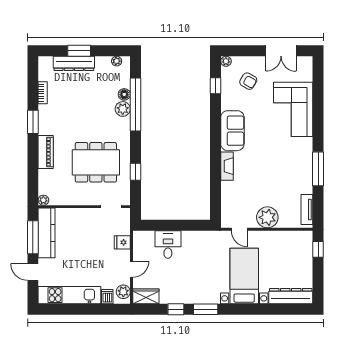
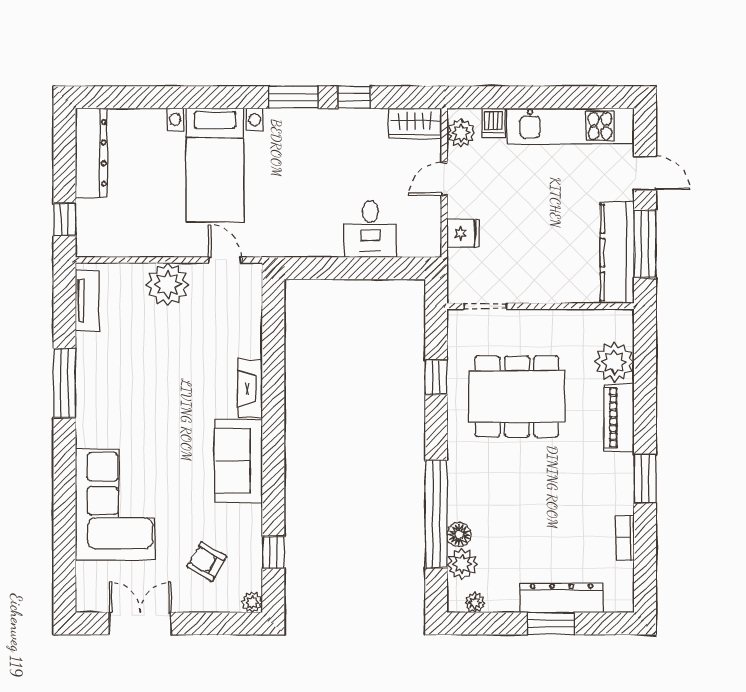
plant: (123, 109) -> (462, 564), moved
plant: (43, 200) -> (614, 362), moved, width x1.88, depth x1.88
dresser: (291, 296) -> (91, 153), moved, turned -90

